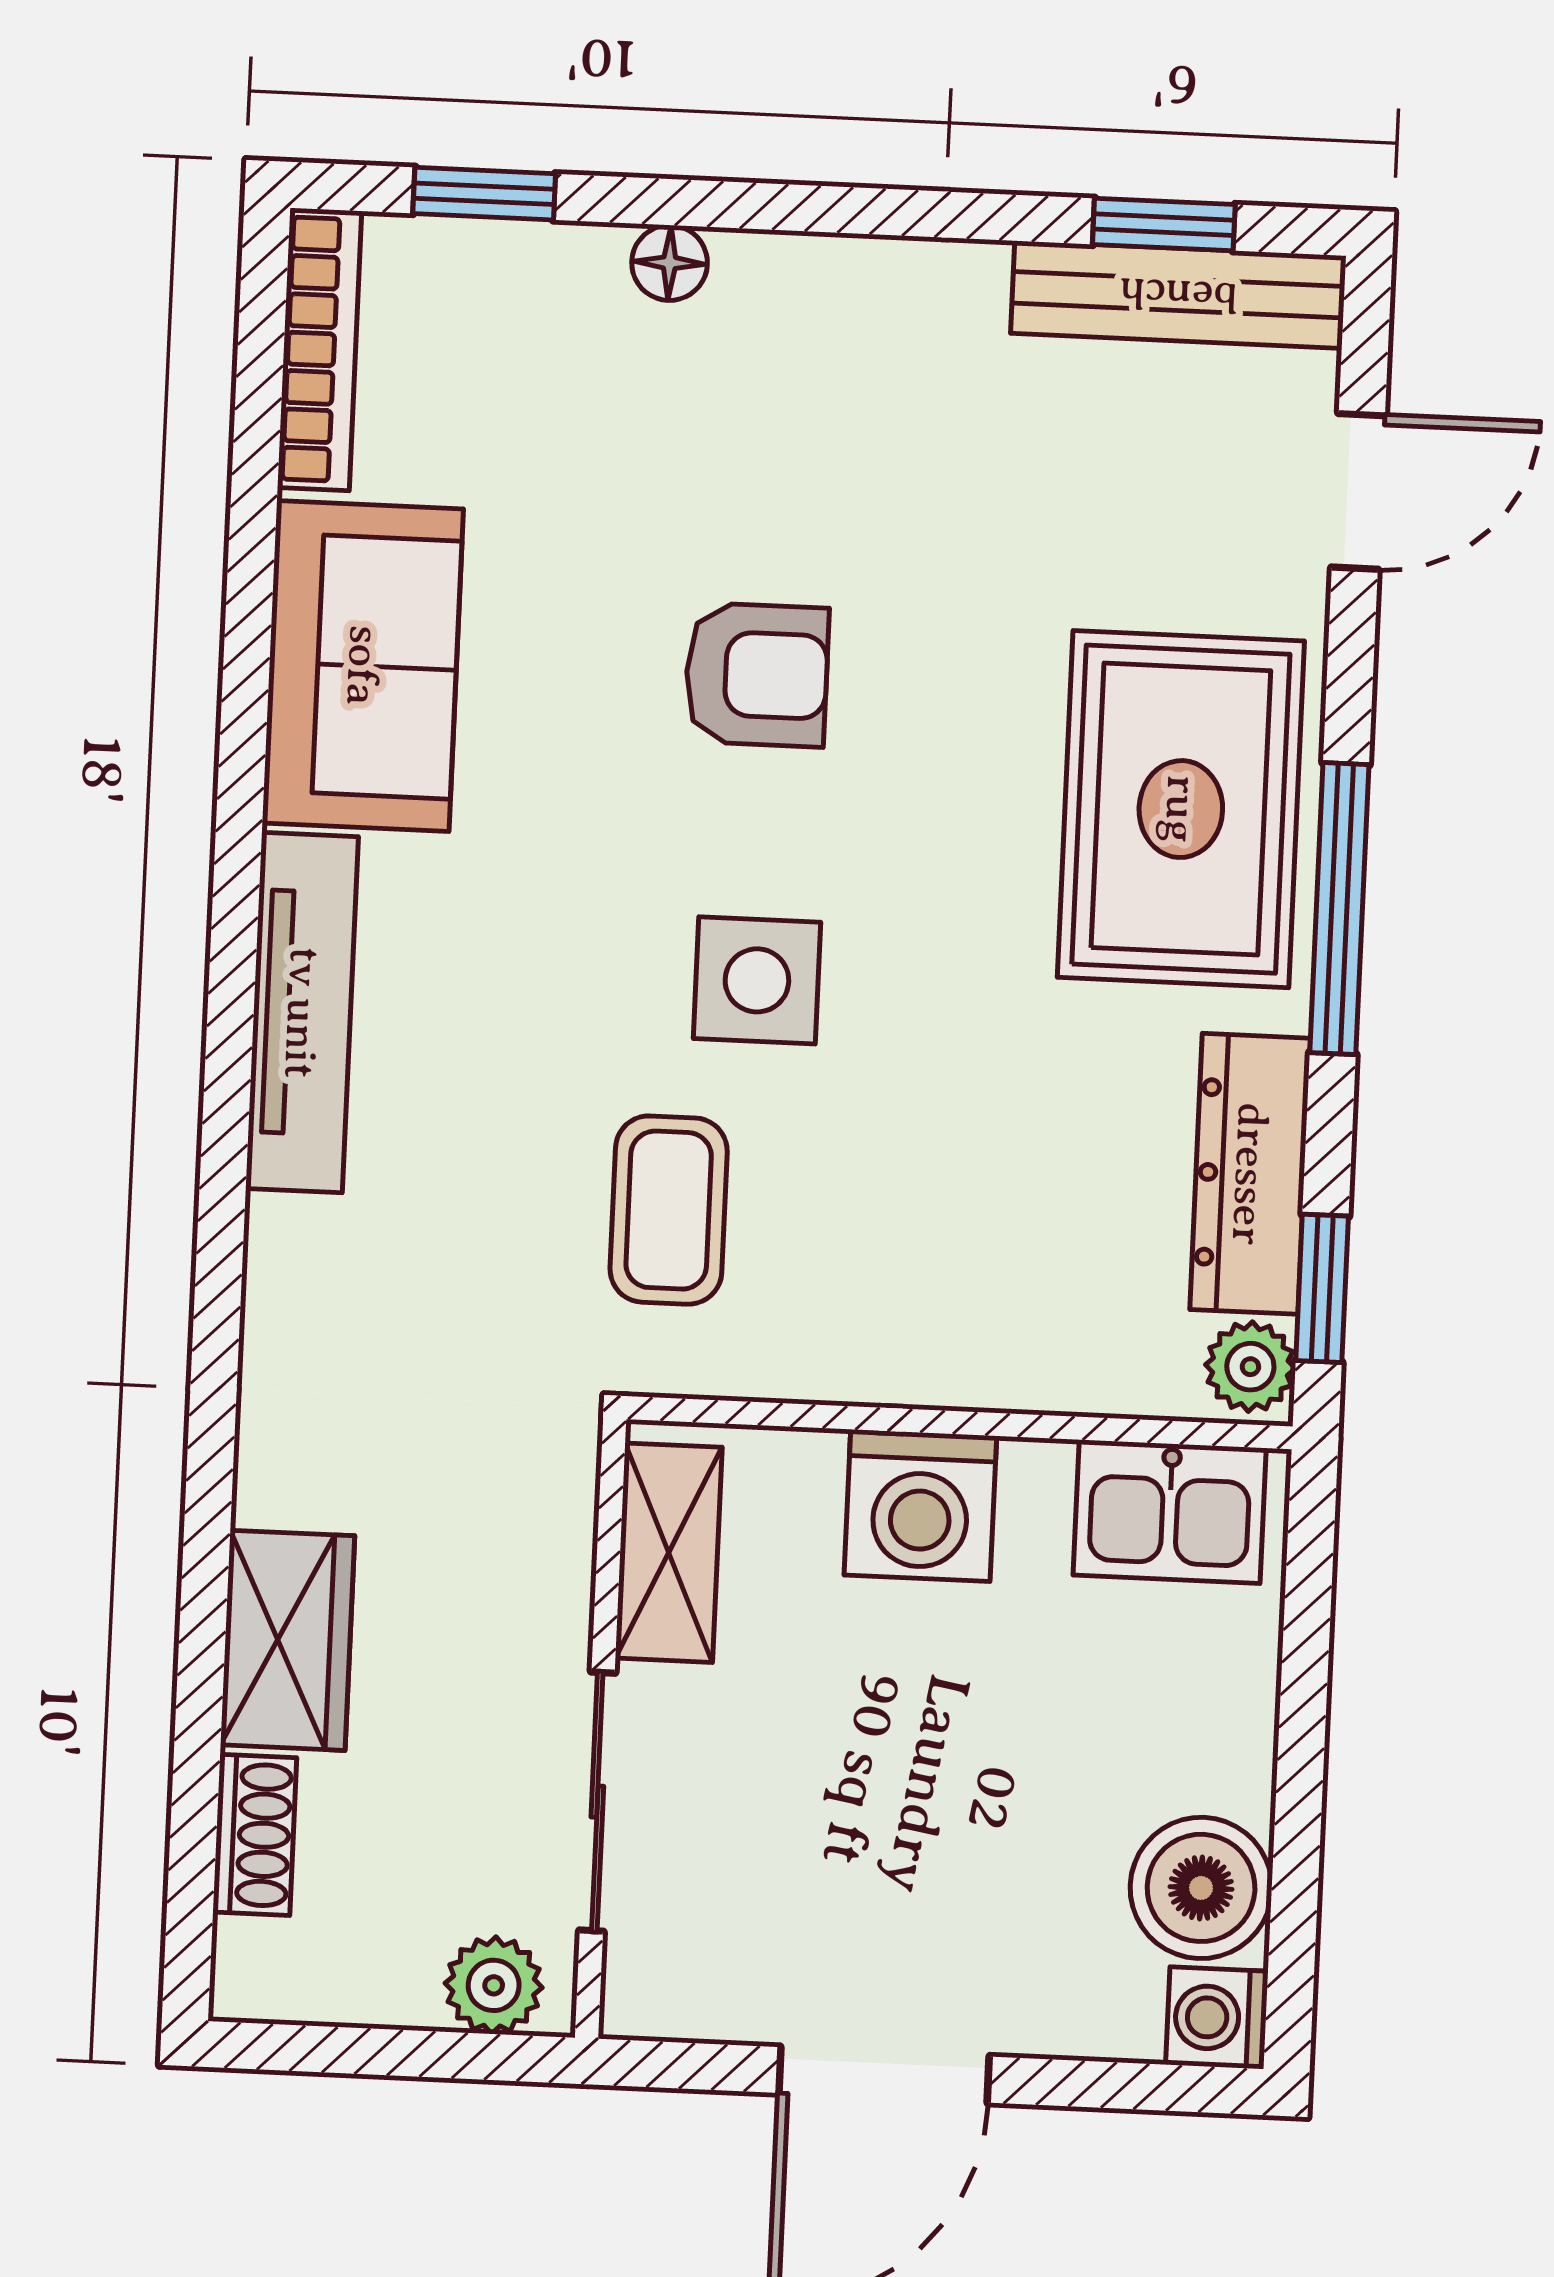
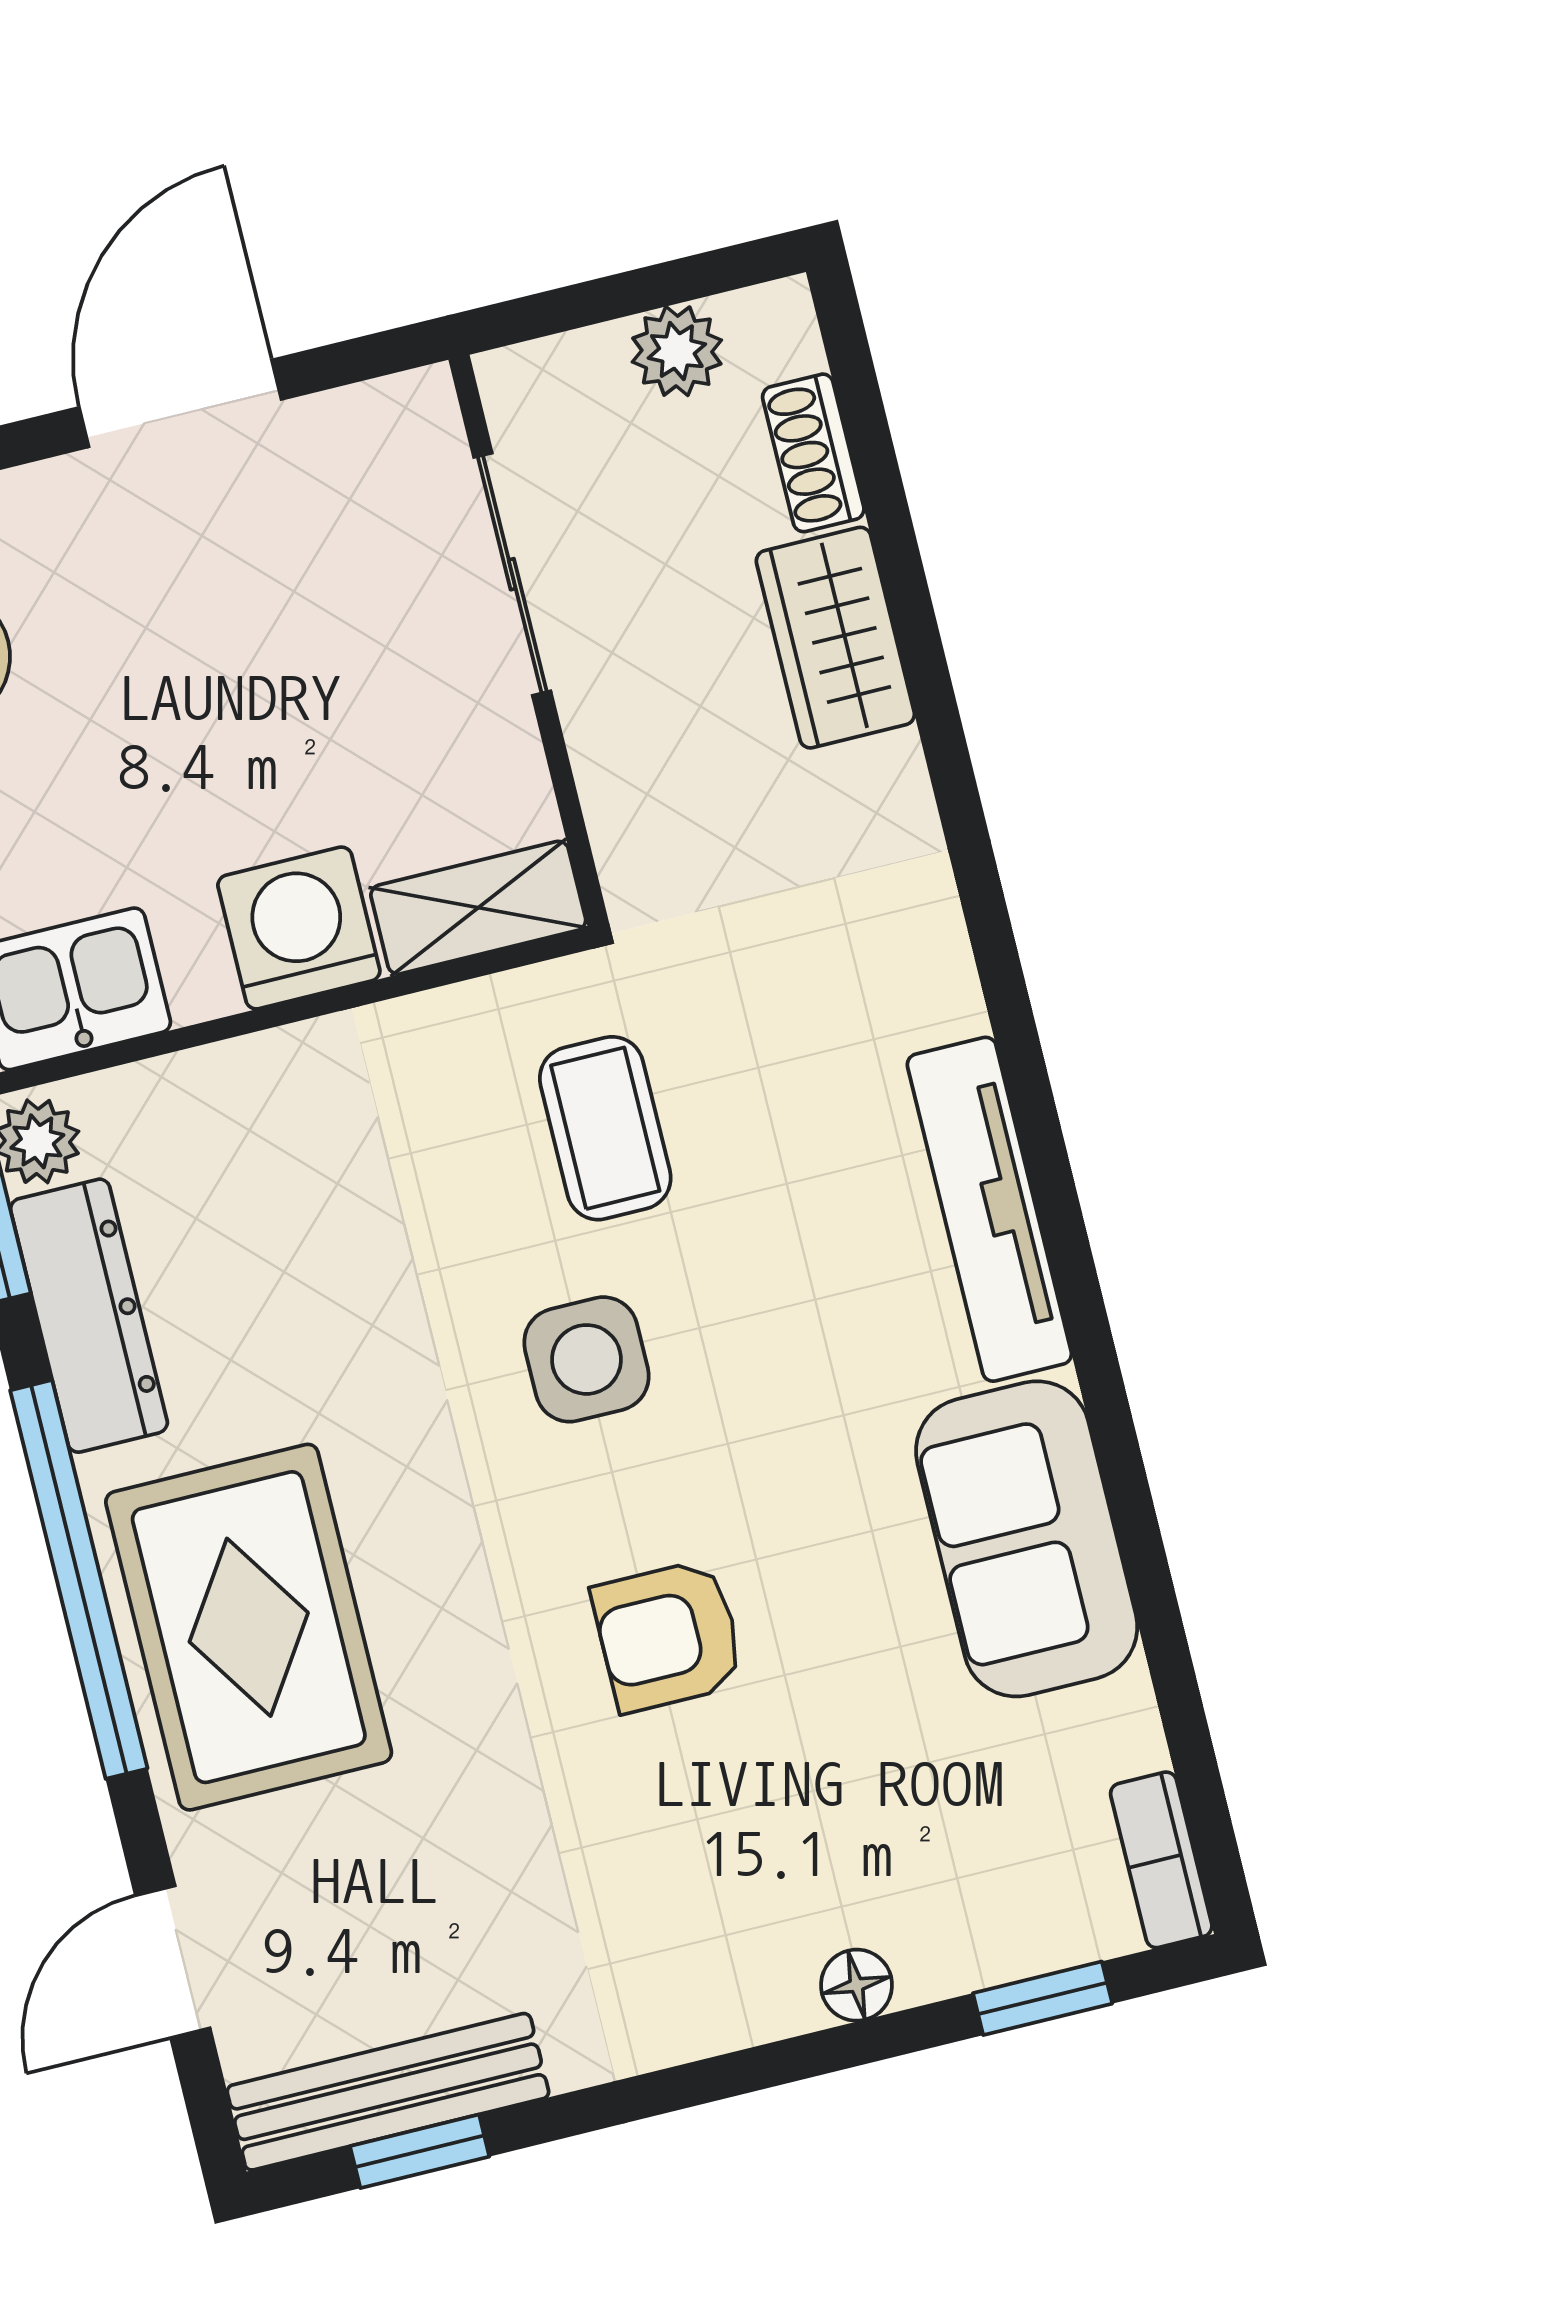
bookcase: (320, 349) -> (1161, 1860), width x0.64
window: (1339, 909) -> (79, 1579), width x1.46
shelving: (669, 1553) -> (478, 908), moved, turned 90
plant: (494, 1985) -> (677, 351), moved

